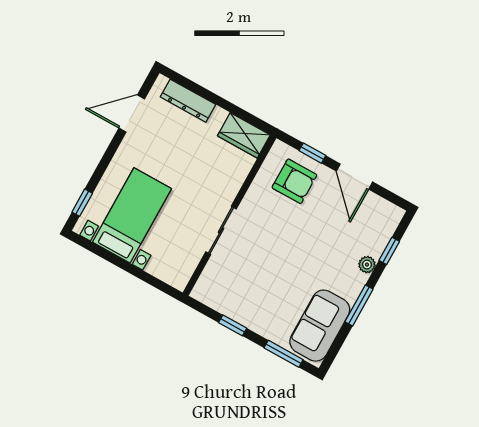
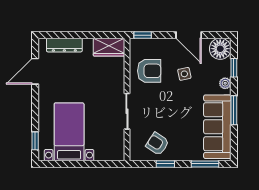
window: (312, 153) -> (143, 35), moved
armchair: (294, 181) -> (149, 71), moved
floor lamp: (385, 217) -> (220, 49), added
side table: (321, 223) -> (184, 74), added
armchair: (237, 294) -> (157, 144), added
sofa: (320, 326) -> (217, 127), width x1.36

